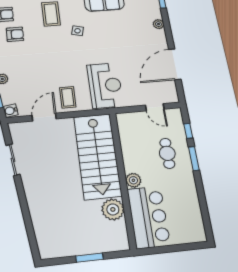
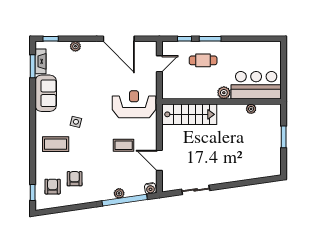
coffee table: (68, 97) -> (124, 145), moved
stairs: (97, 156) -> (189, 114), width x0.73, depth x0.66
plant: (113, 209) -> (251, 109), width x0.53, depth x0.53

